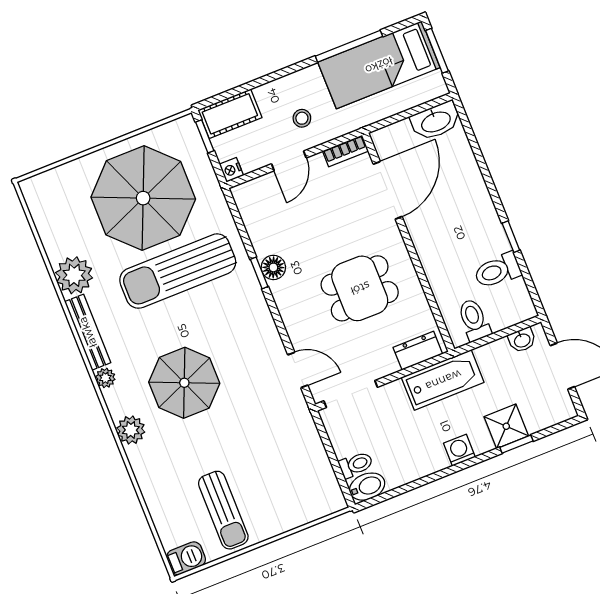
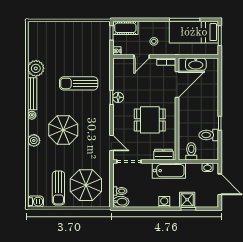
washbasin: (436, 121) -> (196, 64), moved
parasol: (143, 198) -> (86, 185), moved, width x0.73, depth x0.73
sun lounger: (178, 271) -> (79, 83), width x0.73, depth x0.75

